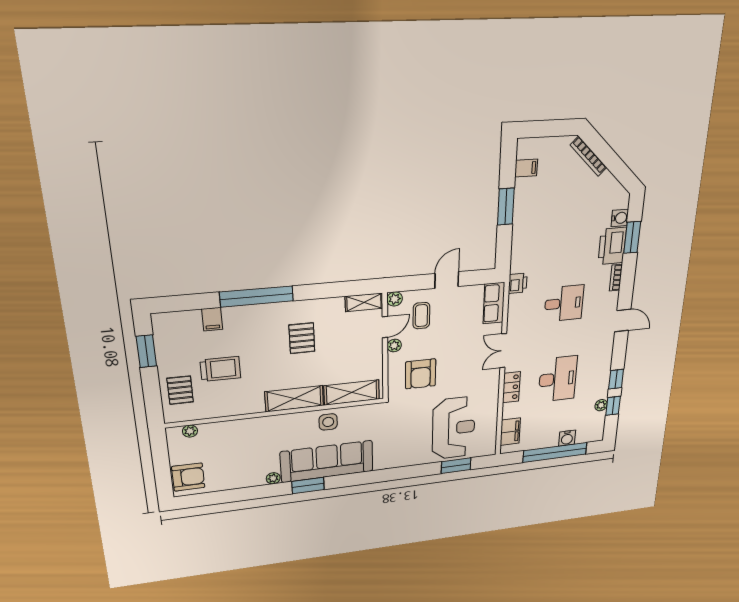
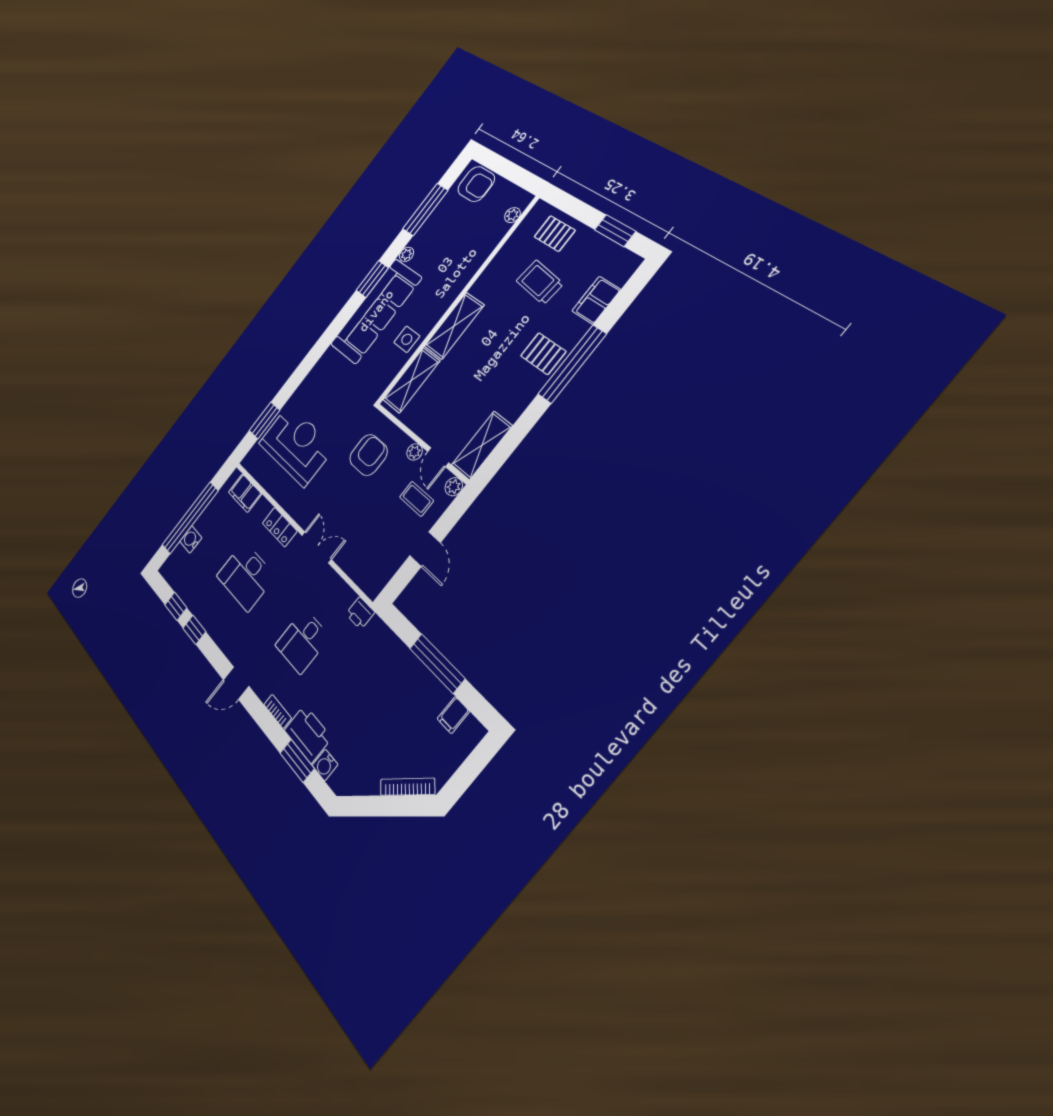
window: (506, 207) -> (437, 663), width x1.44
shelving: (364, 302) -> (482, 445), width x1.50, depth x1.33
row of seats: (494, 303) -> (364, 575), removed
filing cabinet: (212, 319) -> (596, 300), width x2.00
pallet: (302, 338) -> (543, 354), moved
trolley: (220, 369) -> (540, 282), turned 97
armchair: (421, 374) -> (368, 455), turned 90
plant: (601, 405) -> (187, 596), removed
reception desk: (454, 428) -> (296, 445), turned 180
armchair: (188, 477) -> (476, 184), turned -90
window: (233, 495) -> (425, 210), added

